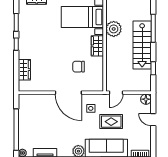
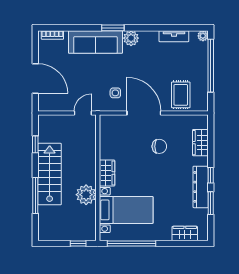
dresser: (24, 35) -> (201, 187), added
chair: (79, 67) -> (159, 146), moved
floor lamp: (146, 99) -> (45, 105), removed
door: (153, 120) -> (35, 79), width x1.88
rug: (111, 122) -> (181, 95), moved, turned 90

